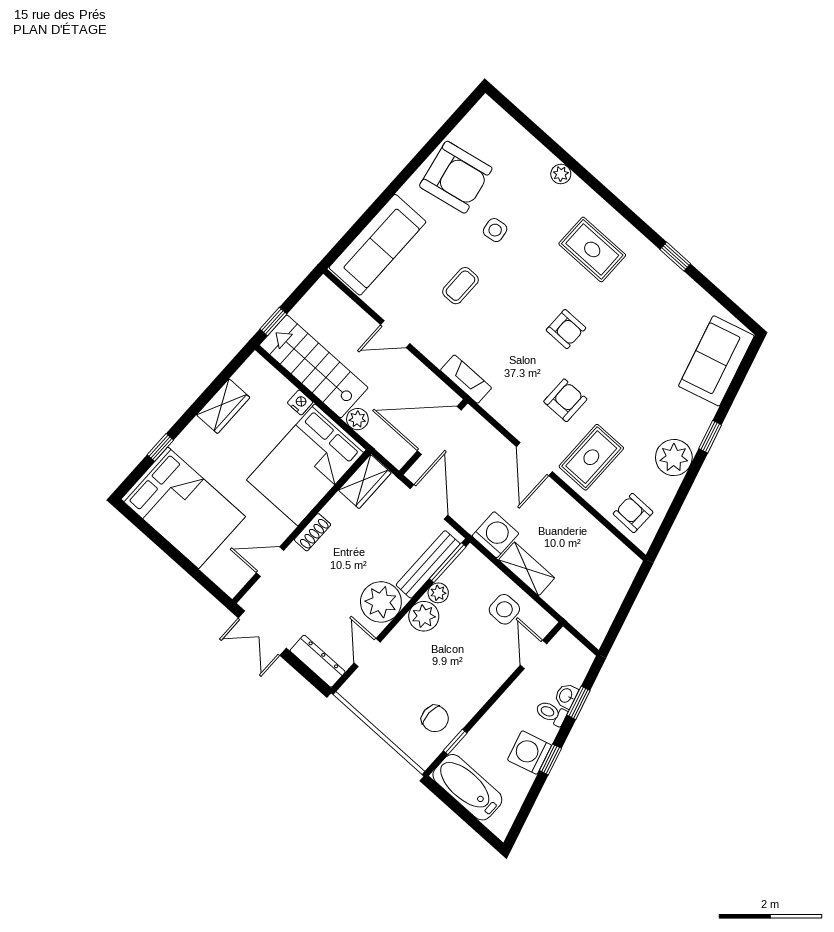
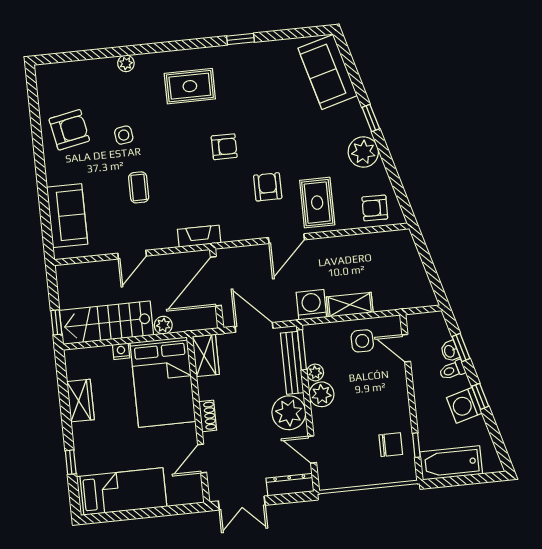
armchair: (456, 177) -> (69, 130), width x0.73, depth x0.73
sofa: (377, 245) -> (67, 216), width x0.73
door: (534, 459) -> (286, 239), hinge flipped
bed: (183, 508) -> (122, 492), width x0.67

